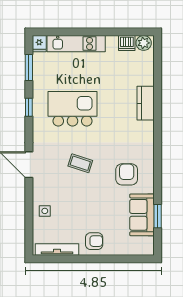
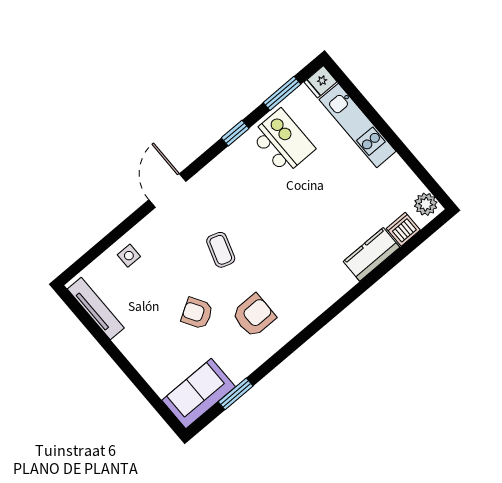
dishwasher: (127, 43) -> (403, 229), moved, turned 90
kitchen counter: (146, 103) -> (371, 254), moved
kitchen island: (73, 109) -> (283, 142), moved, width x0.73, depth x0.78
sofa: (142, 215) -> (199, 394), moved
armchair: (94, 241) -> (197, 313), moved, turned 149

